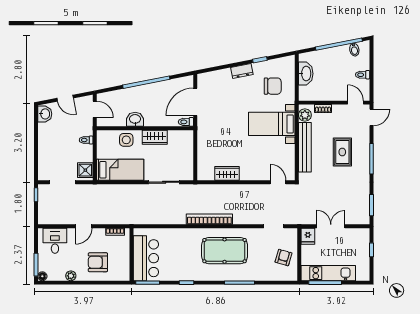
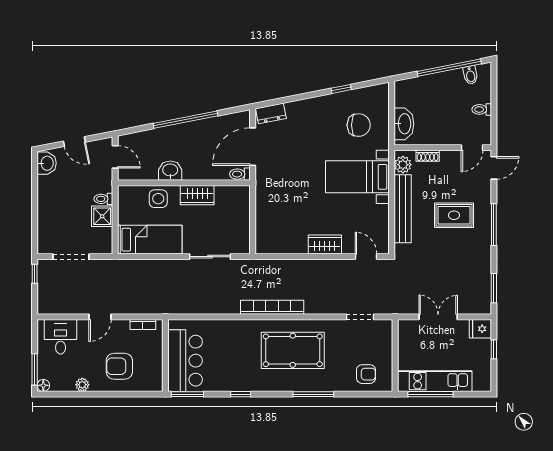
dresser: (242, 71) -> (271, 113), moved
washbasin: (306, 74) -> (404, 124), moved
door: (355, 103) -> (472, 148), swing flipped
rug: (342, 152) -> (454, 215), turned 90
shower: (85, 170) -> (102, 216), moved
wardrobe: (227, 173) -> (325, 244), moved
fridge: (308, 236) -> (480, 329), moved, turned 90
armchair: (284, 257) -> (366, 374), moved, turned 74

